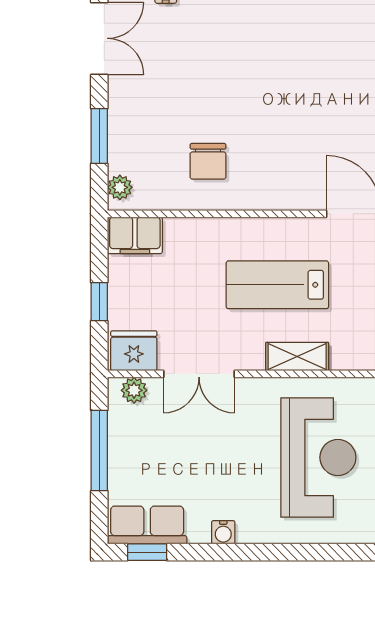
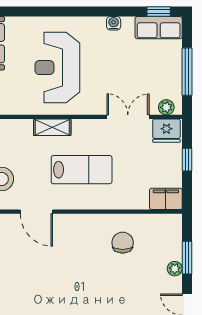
plant: (120, 187) -> (175, 269), moved
shelving: (297, 357) -> (52, 127), moved

